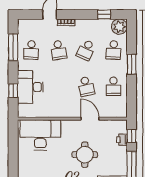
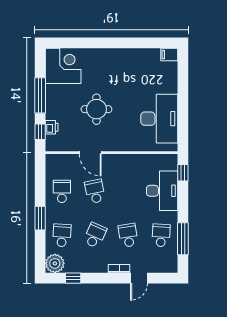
window: (13, 91) -> (183, 173), moved
desk: (40, 135) -> (159, 119), moved, turned -90

